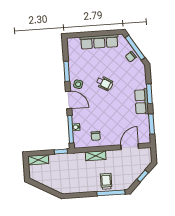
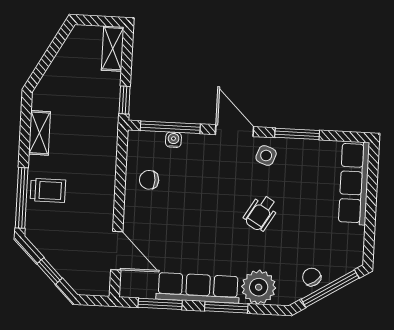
row of seats: (99, 42) -> (354, 183), moved
plant: (138, 80) -> (259, 287), added
door: (69, 100) -> (235, 131), swing flipped
row of seats: (142, 102) -> (198, 288), width x1.48
shelving: (96, 156) -> (40, 133), moved

